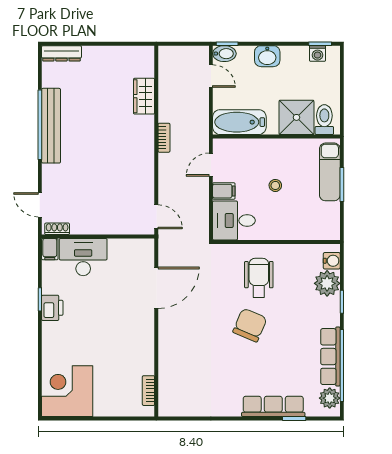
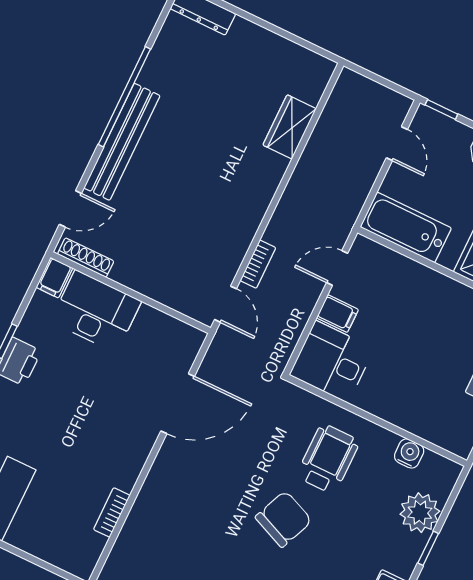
bidet: (224, 54) -> (431, 121), removed
bench: (51, 126) -> (122, 142), moved
bookcase: (164, 138) -> (258, 264), moved
stool: (275, 185) -> (413, 341), removed
door: (40, 205) -> (70, 209), swing flipped
shoe rack: (57, 229) -> (86, 258), width x1.43
water cooler: (332, 261) -> (409, 453), moved, turned -90
bookcase: (148, 391) -> (112, 512), moved

